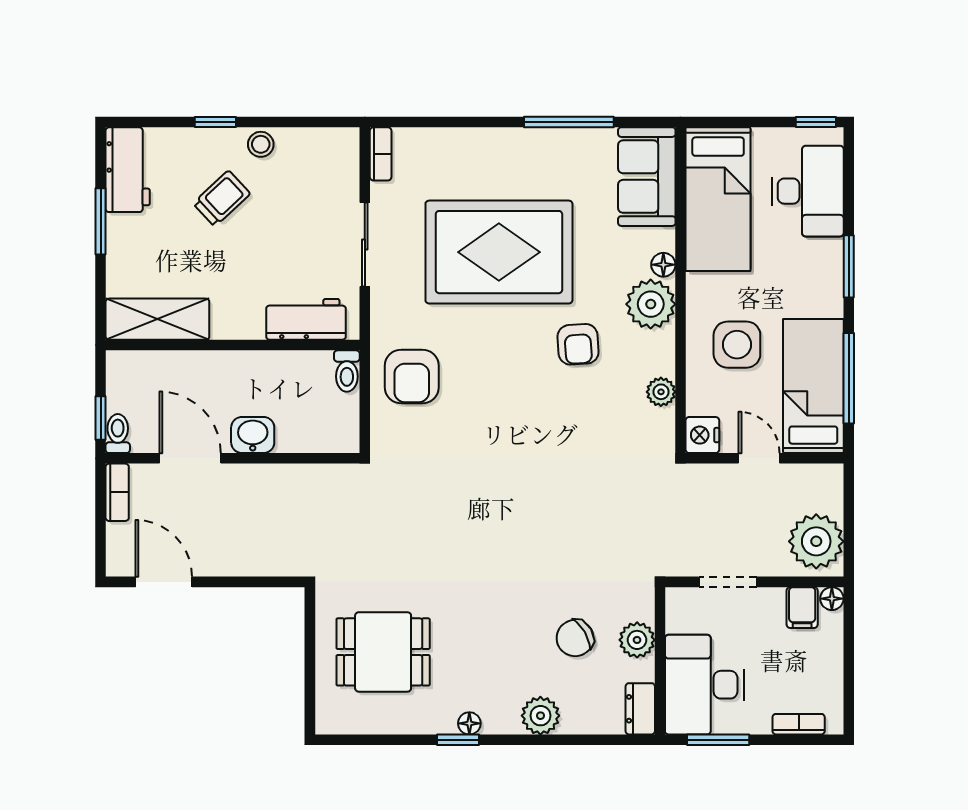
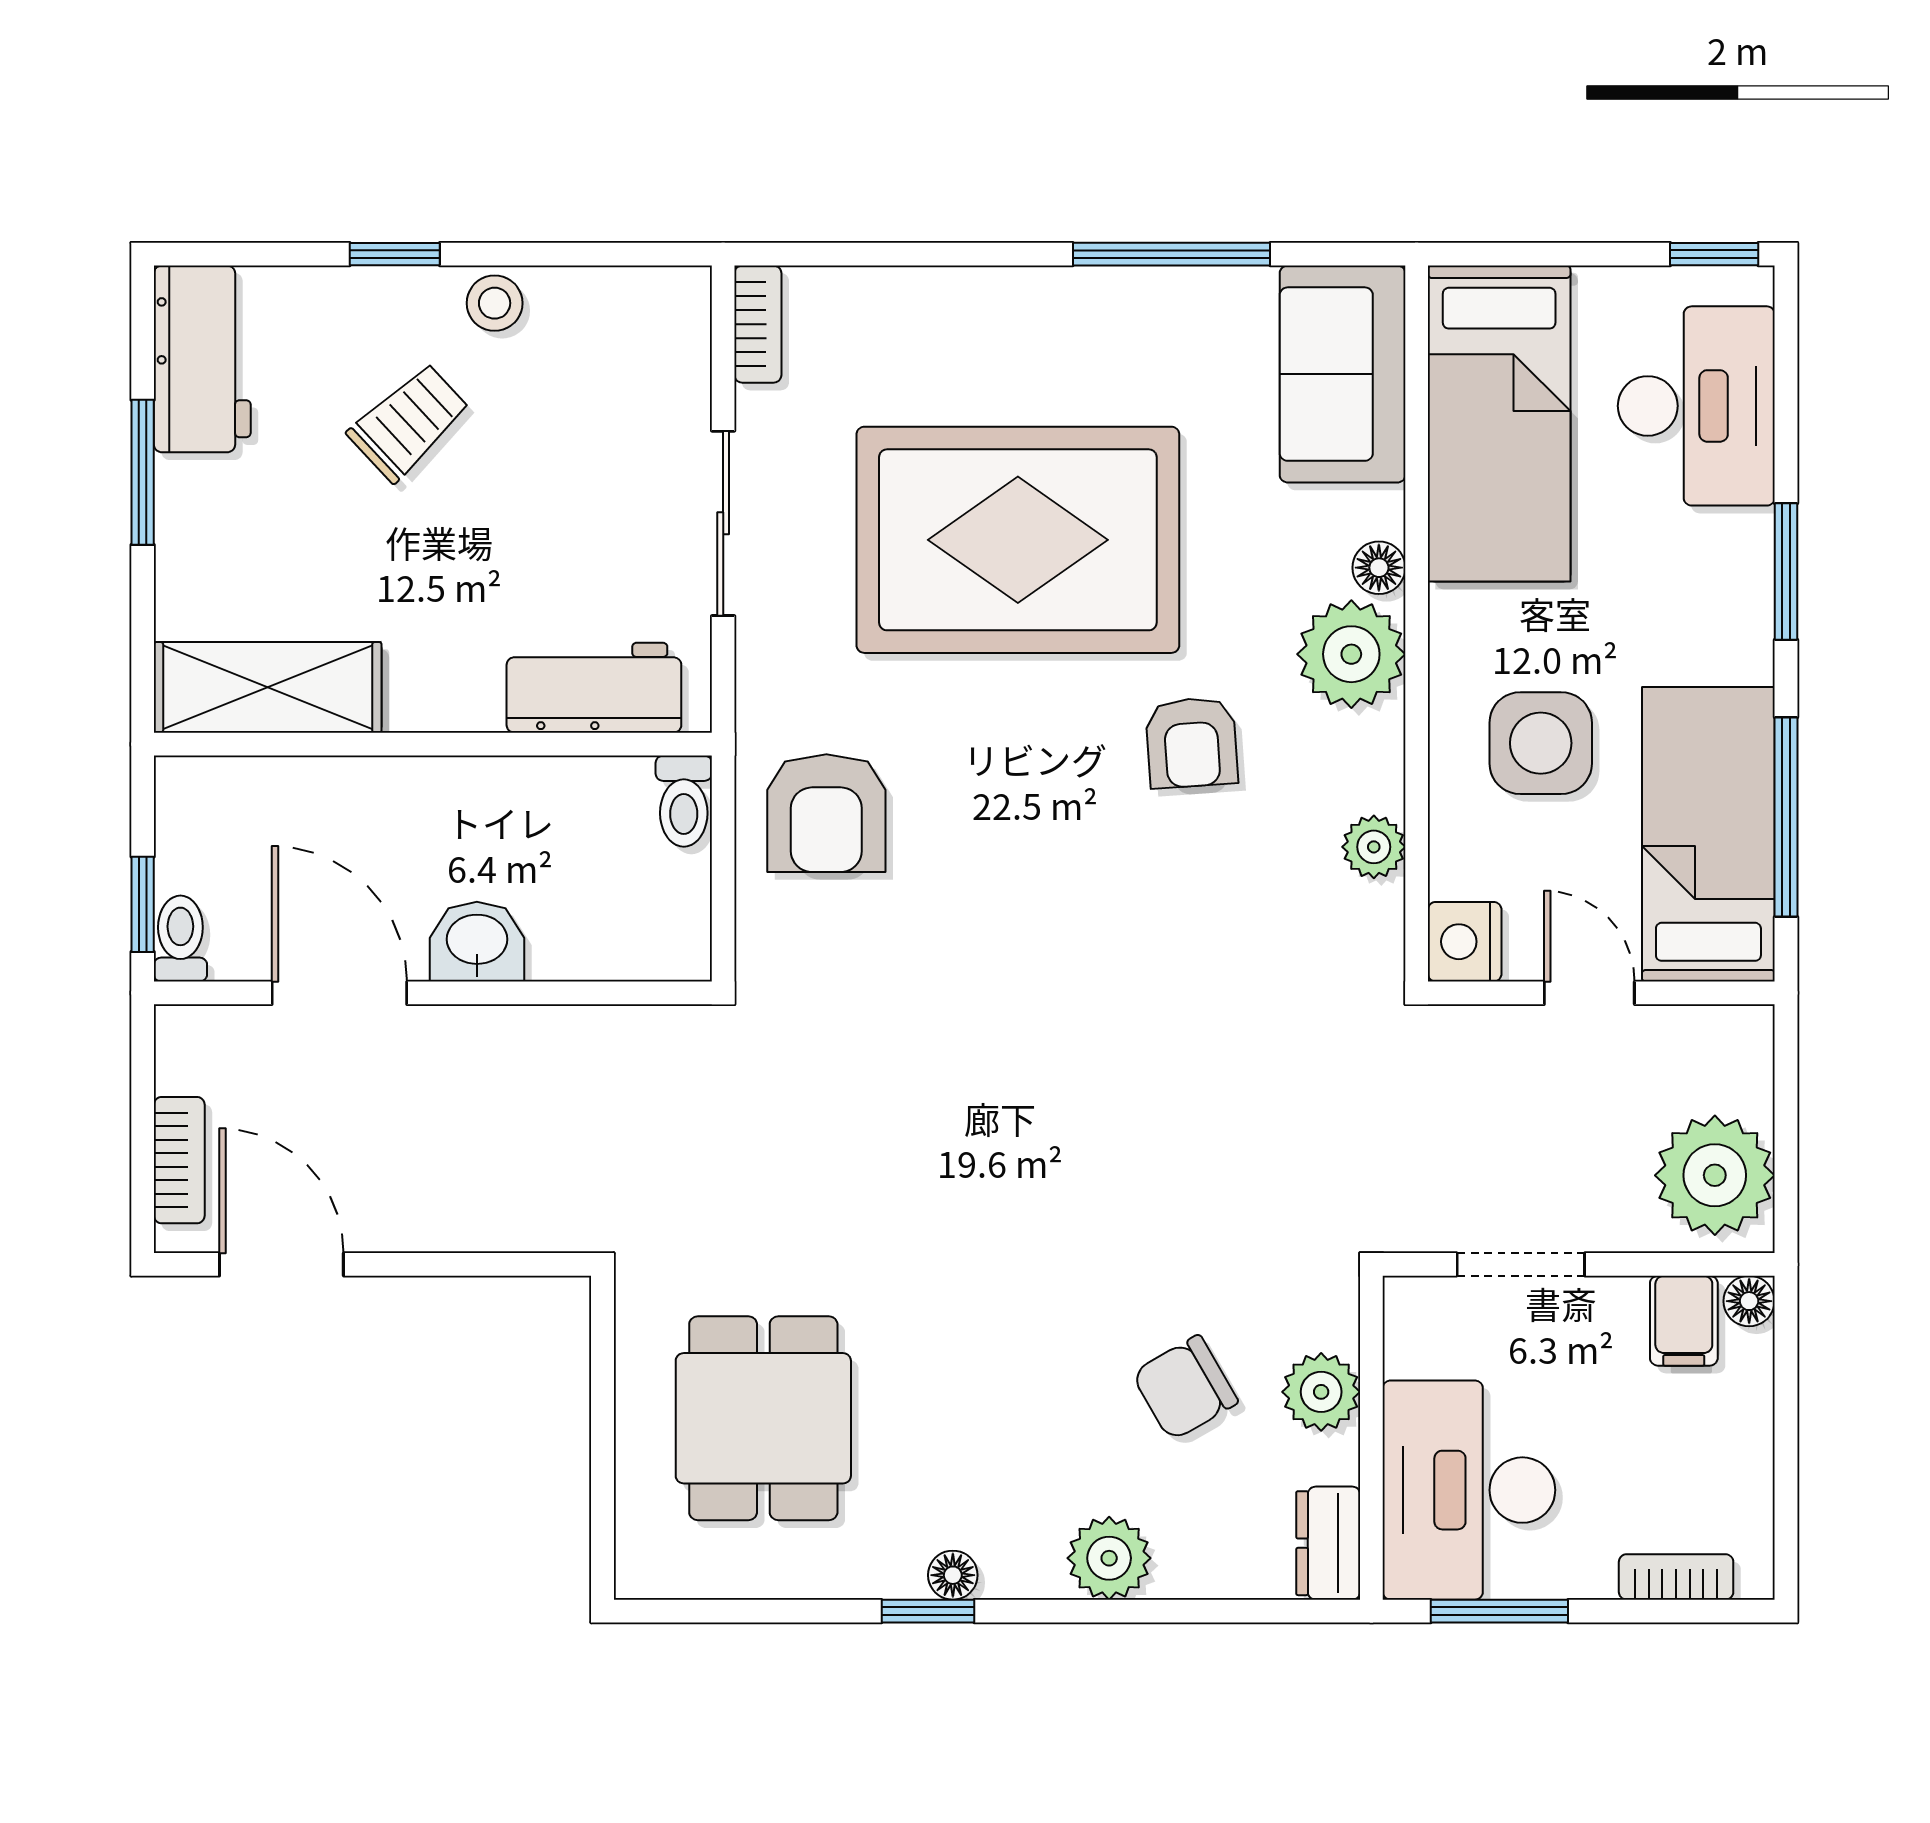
bookcase: (117, 492) -> (179, 1160), moved
dining table: (383, 652) -> (763, 1418), turned 90

